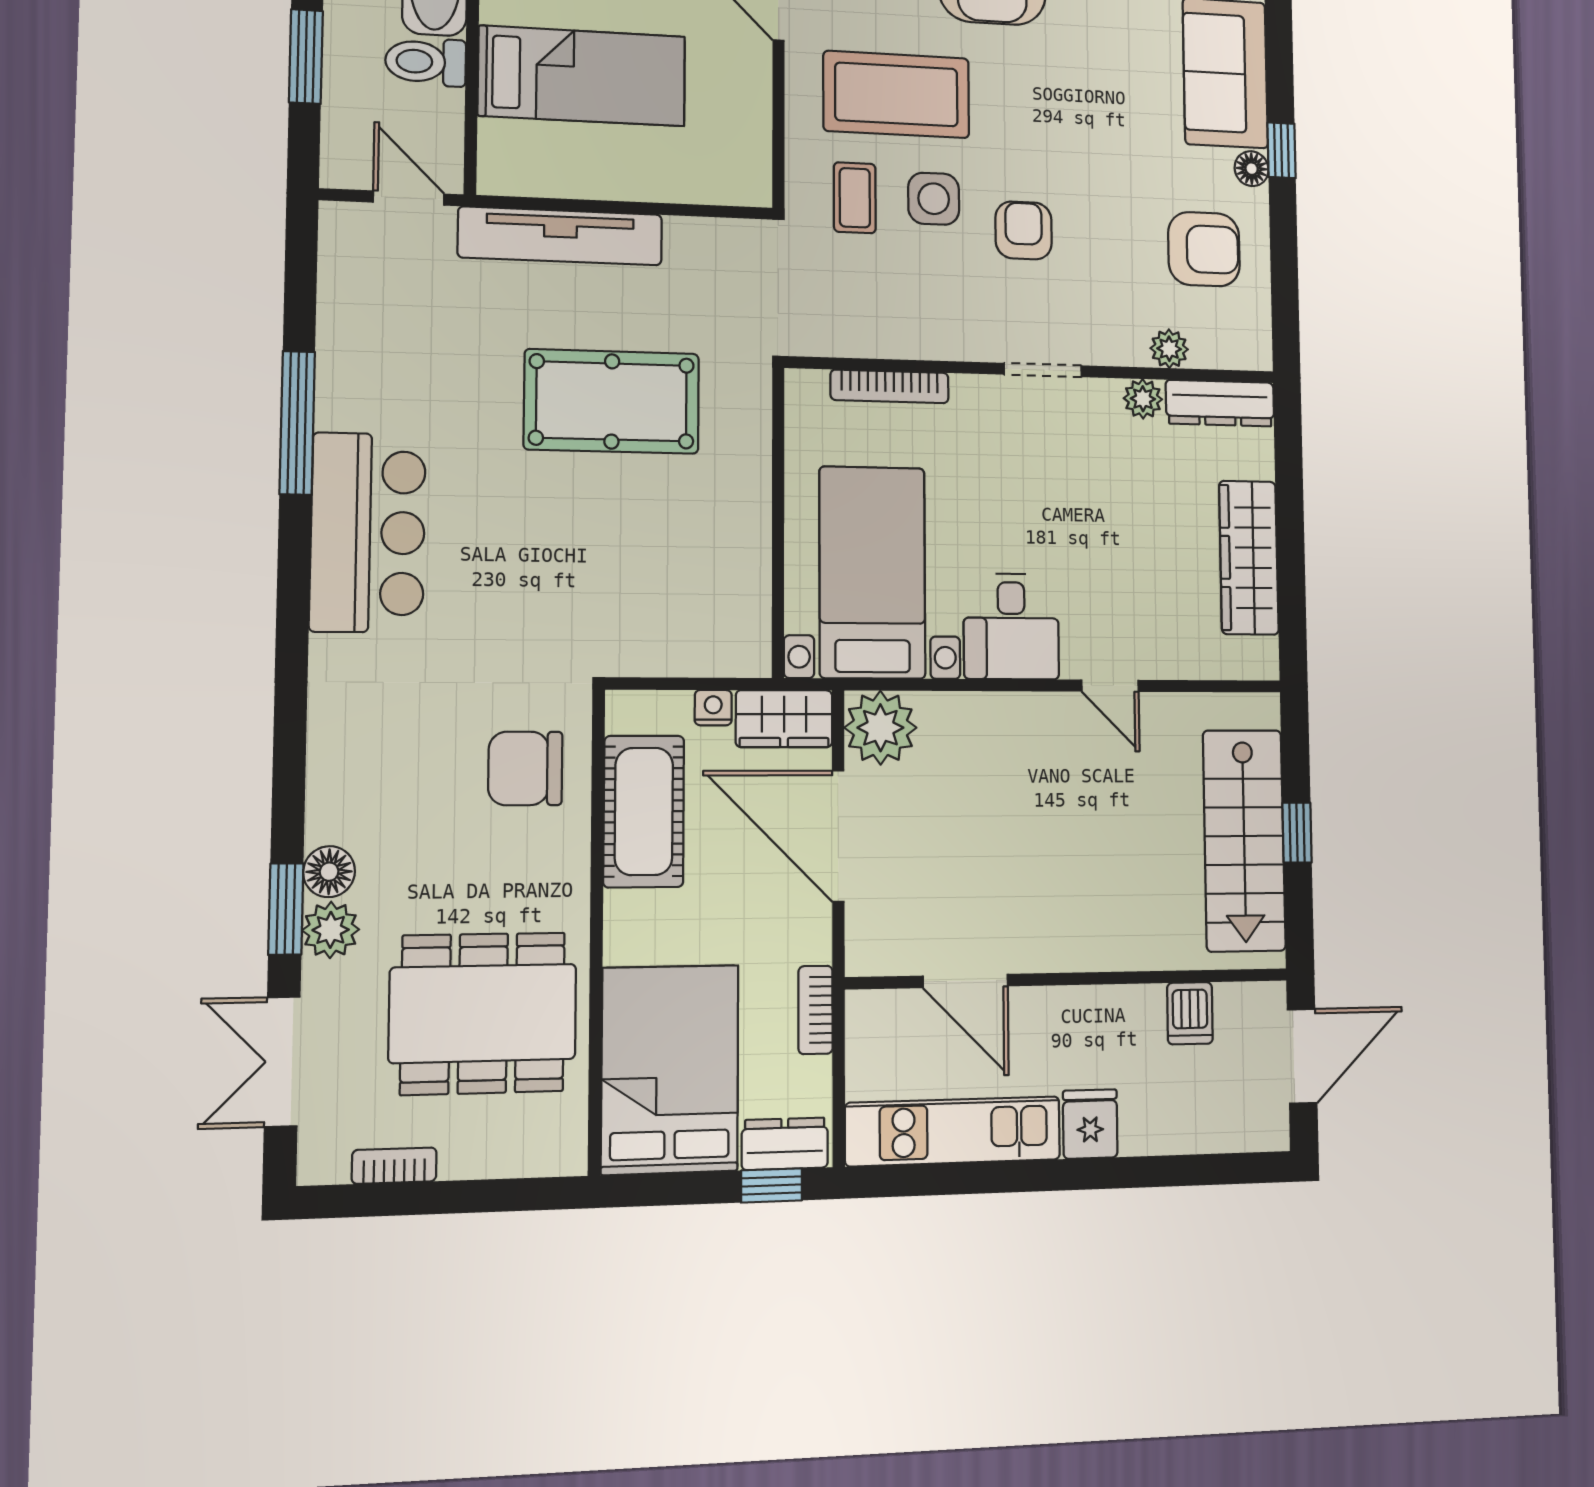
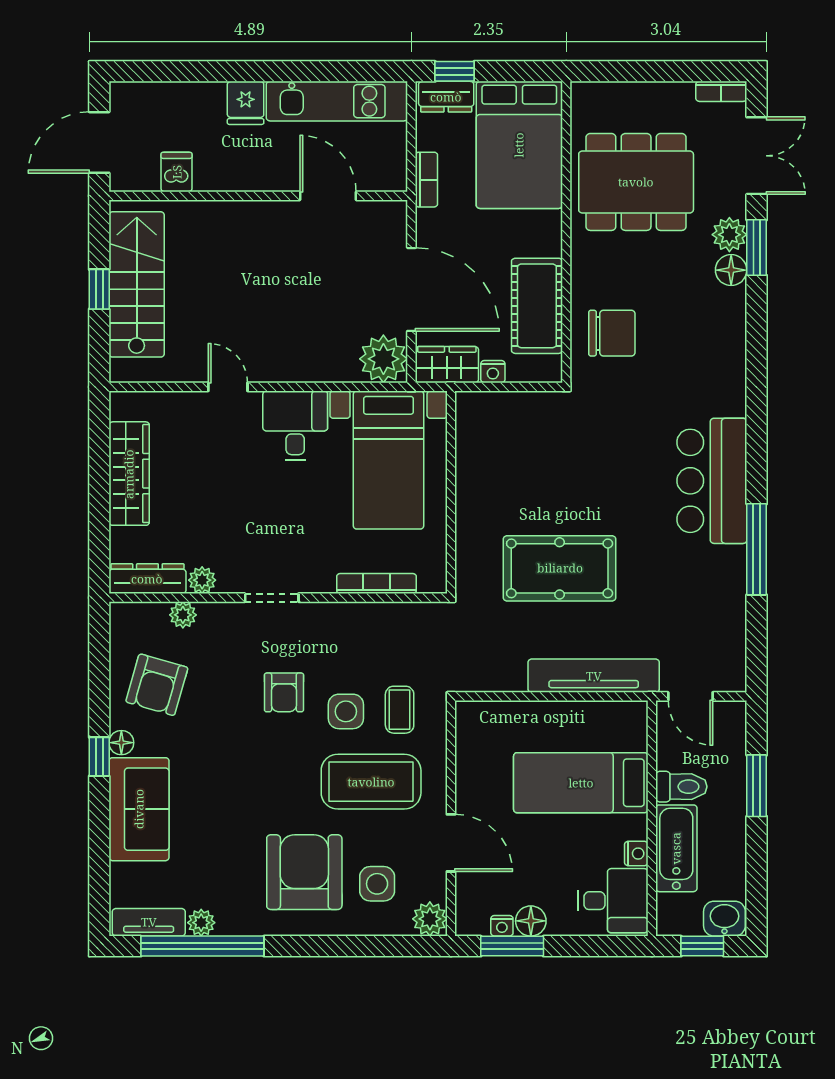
armchair: (1204, 249) -> (157, 685), turned -74
bookcase: (394, 1166) -> (721, 91), moved

